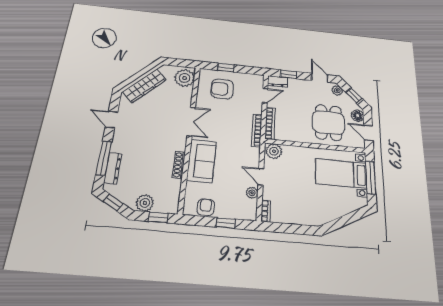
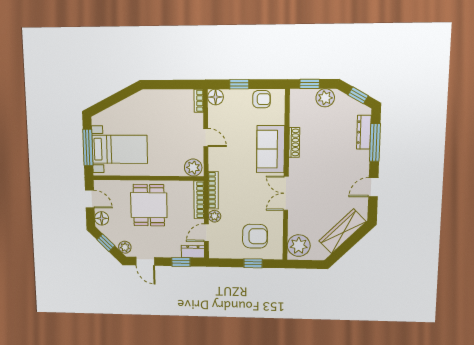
door: (111, 120) -> (373, 187), swing flipped
dining table: (329, 123) -> (149, 205), moved
plant: (252, 193) -> (215, 216), moved
armchair: (206, 207) -> (262, 99), turned -90
floor lamp: (249, 213) -> (216, 97), added

